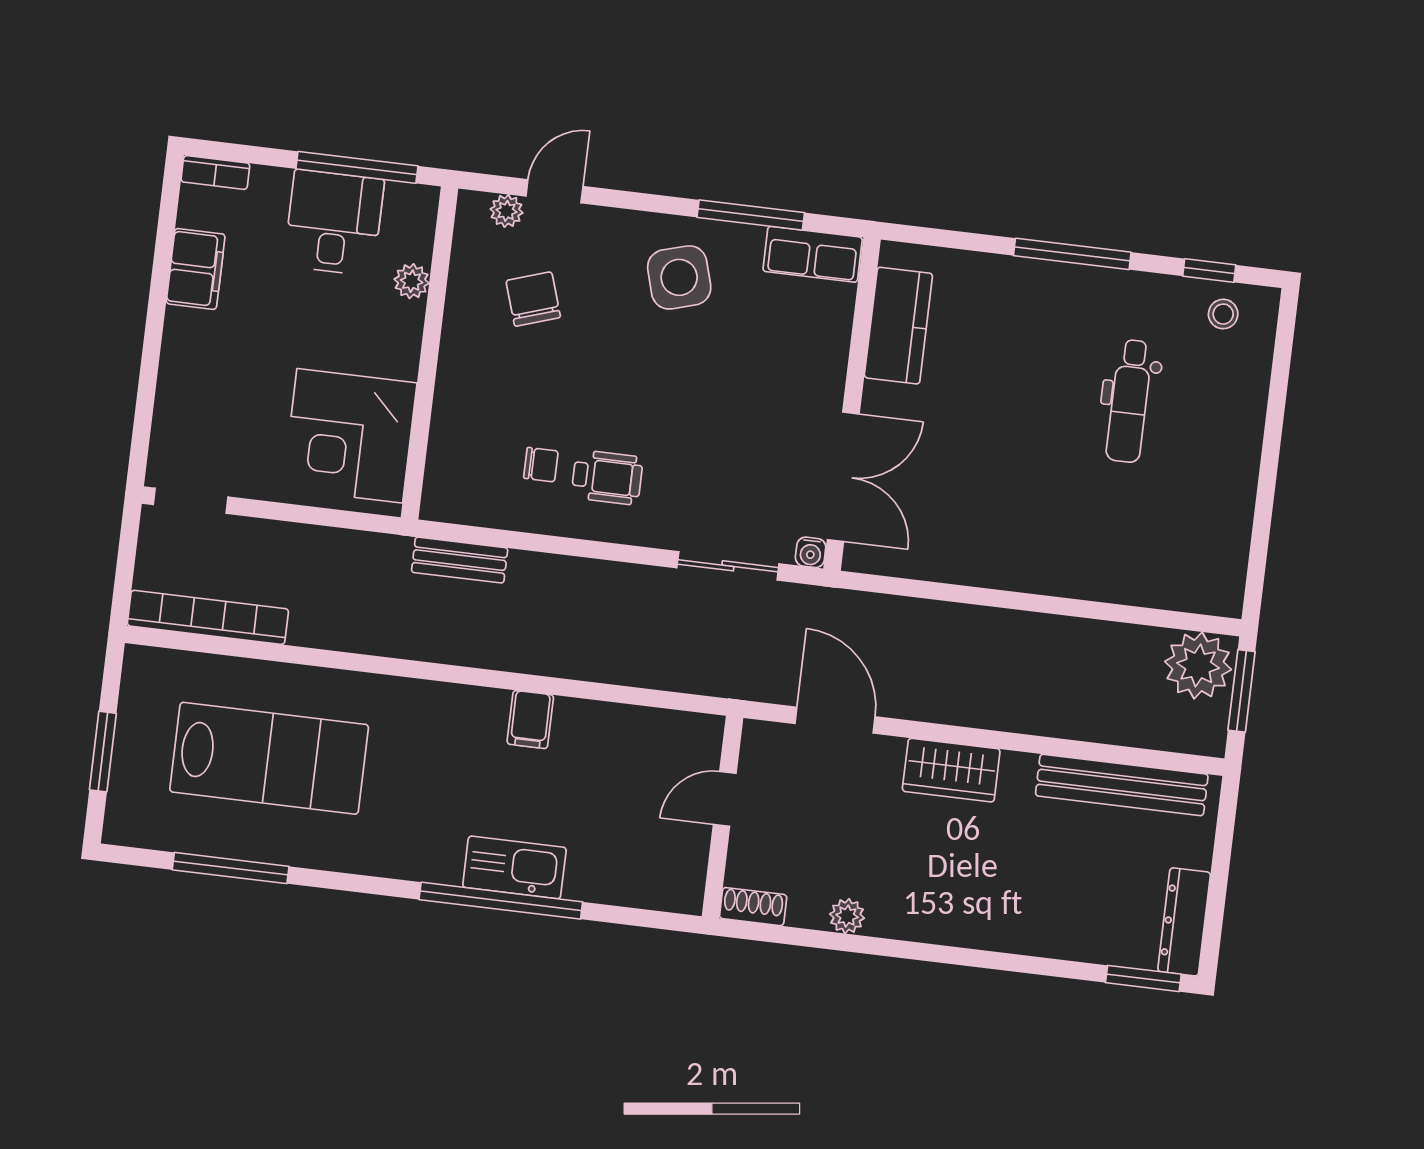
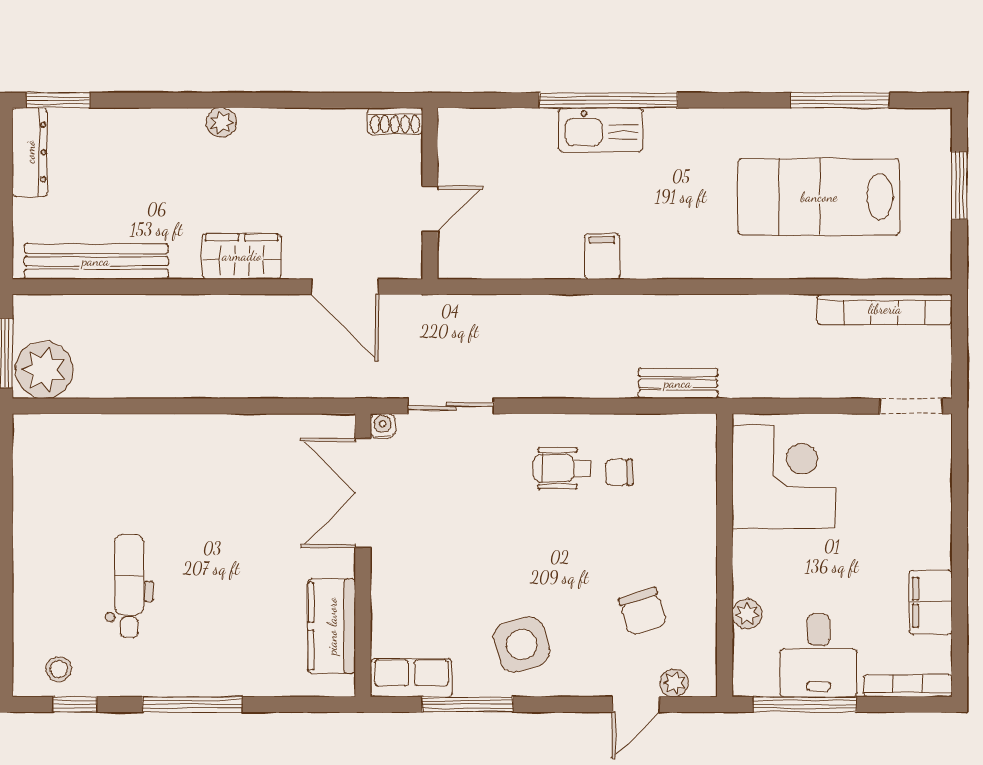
bookcase: (215, 173) -> (908, 686), width x1.56
plant: (847, 916) -> (221, 123), moved

